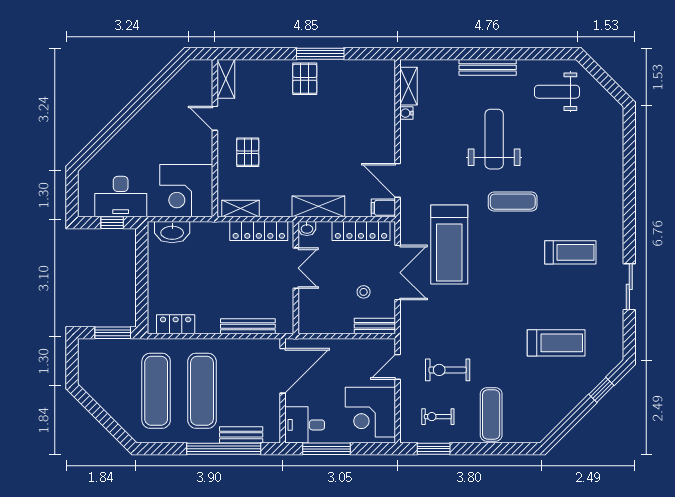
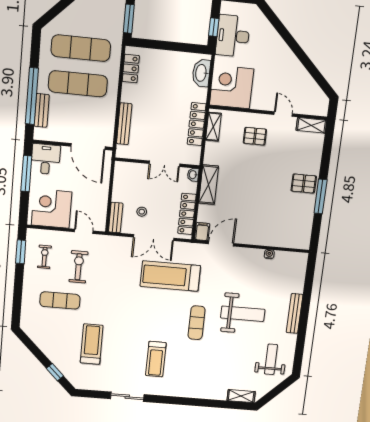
shelving: (409, 86) -> (241, 396), moved
door: (215, 118) -> (283, 114), hinge flipped
locker: (259, 231) -> (197, 124), moved
treadmill: (556, 343) -> (92, 344), turned 180
exercise mat: (491, 415) -> (60, 300), moved

